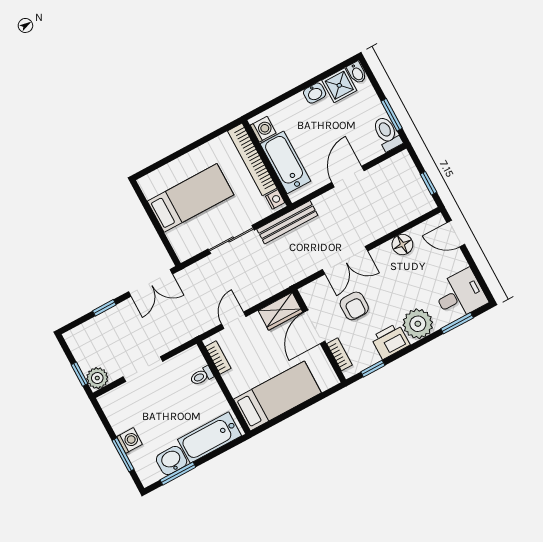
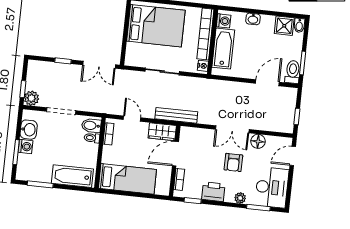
washbasin: (315, 93) -> (253, 19), moved
door: (348, 177) -> (267, 83), moved
bed: (191, 198) -> (156, 26), width x1.50
bench: (287, 222) -> (176, 115), moved
door: (456, 234) -> (293, 156), hinge flipped
double door: (345, 260) -> (232, 129), moved
desk: (460, 295) -> (272, 187), width x1.37
armchair: (354, 306) -> (233, 162), moved
door: (234, 320) -> (132, 119), hinge flipped
plant: (418, 324) -> (240, 198), width x0.53, depth x0.53
bidet: (191, 362) -> (91, 126), added
washbasin: (172, 460) -> (29, 130), moved, turned 90

